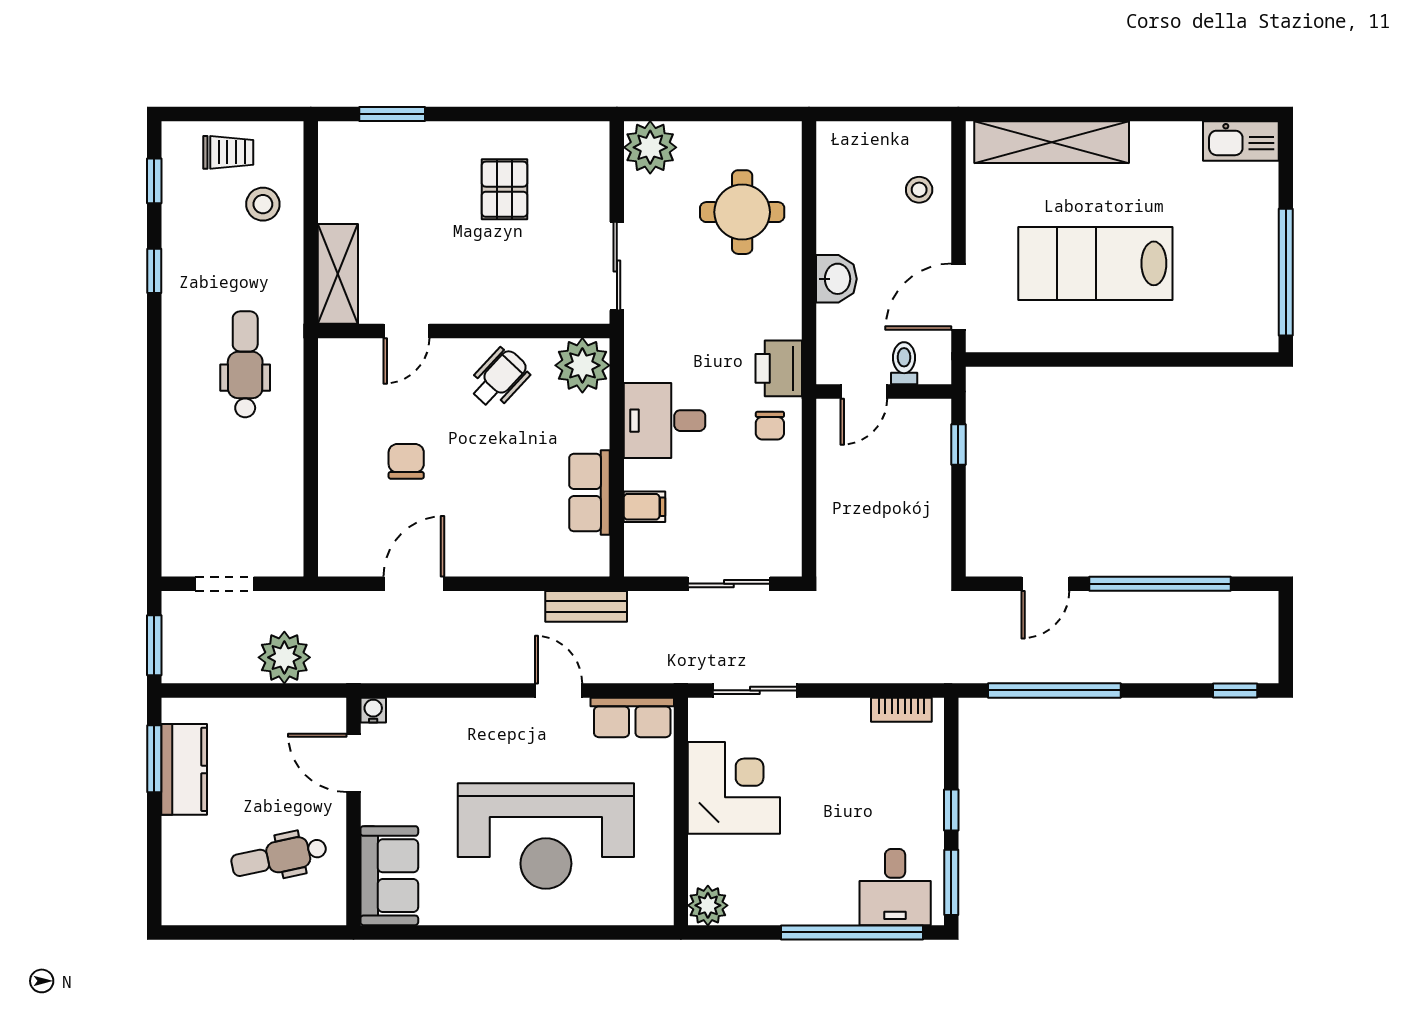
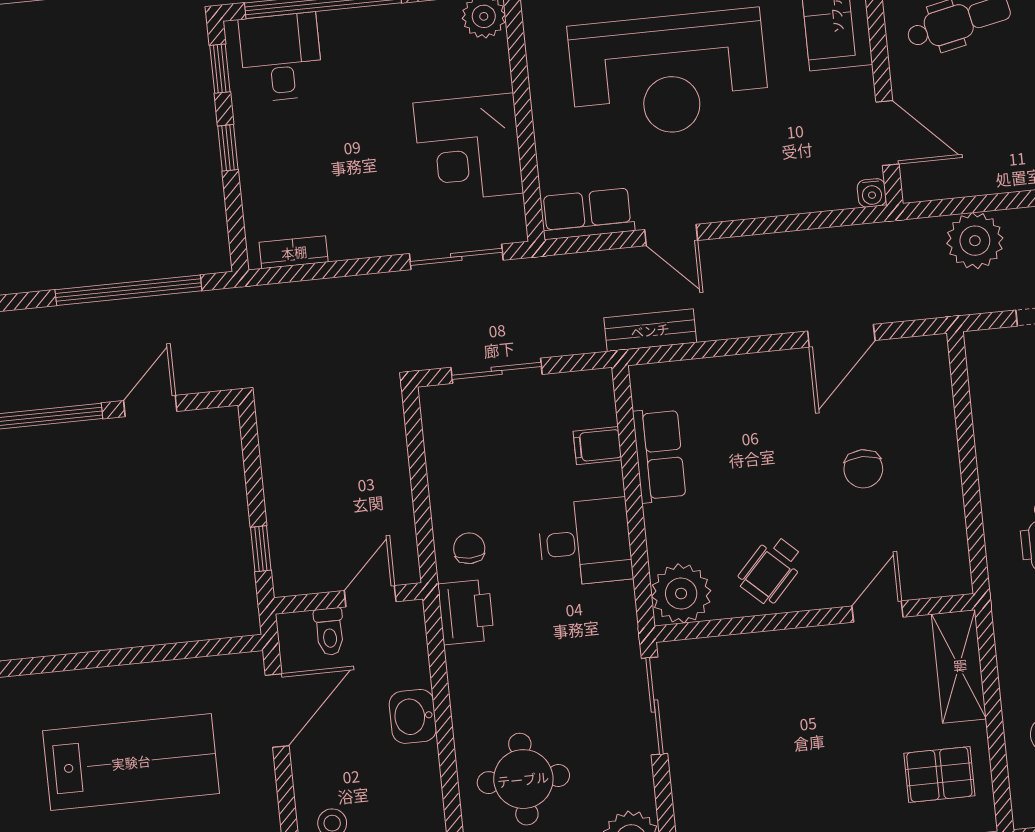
pallet: (504, 189) -> (939, 775), moved, turned 90
reception desk: (546, 836) -> (669, 74), turned 180
window: (951, 882) -> (220, 69), width x0.67

